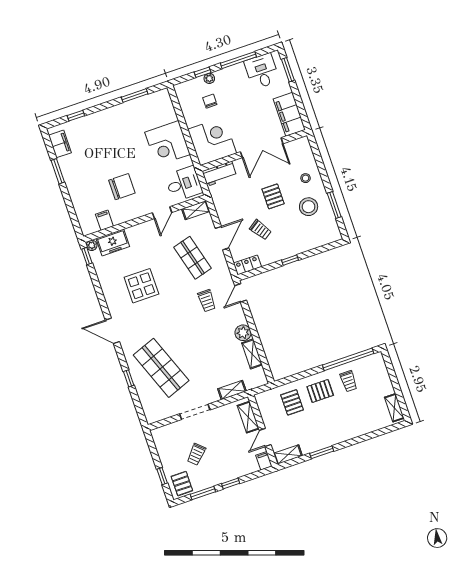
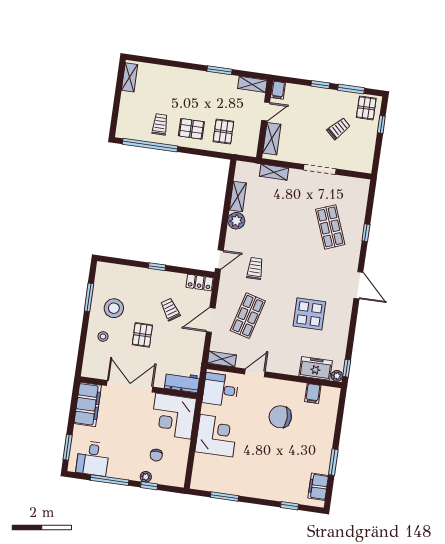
shop shelf: (193, 258) -> (248, 316), turned 30
shop shelf: (161, 368) -> (330, 227), width x0.70, depth x0.74

